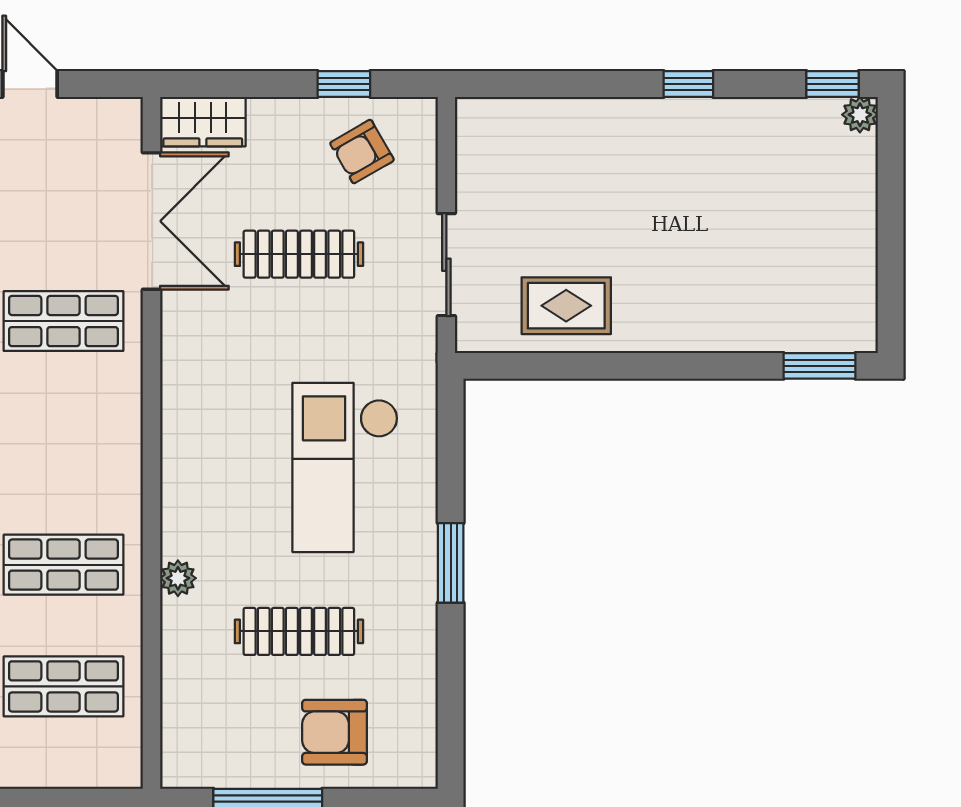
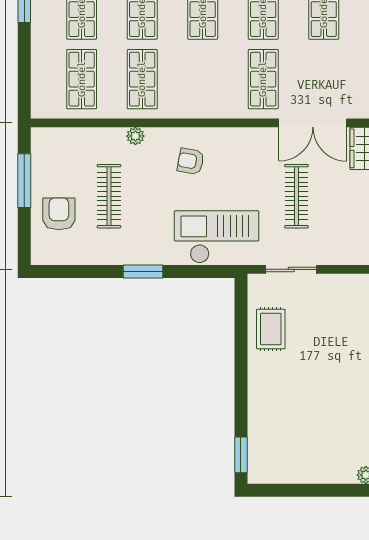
armchair: (362, 152) -> (191, 161), moved, turned -50
checkout: (345, 467) -> (216, 237), moved

